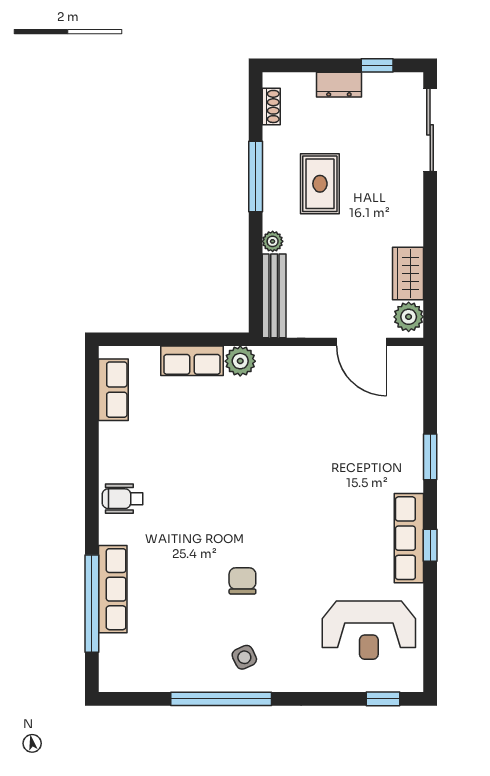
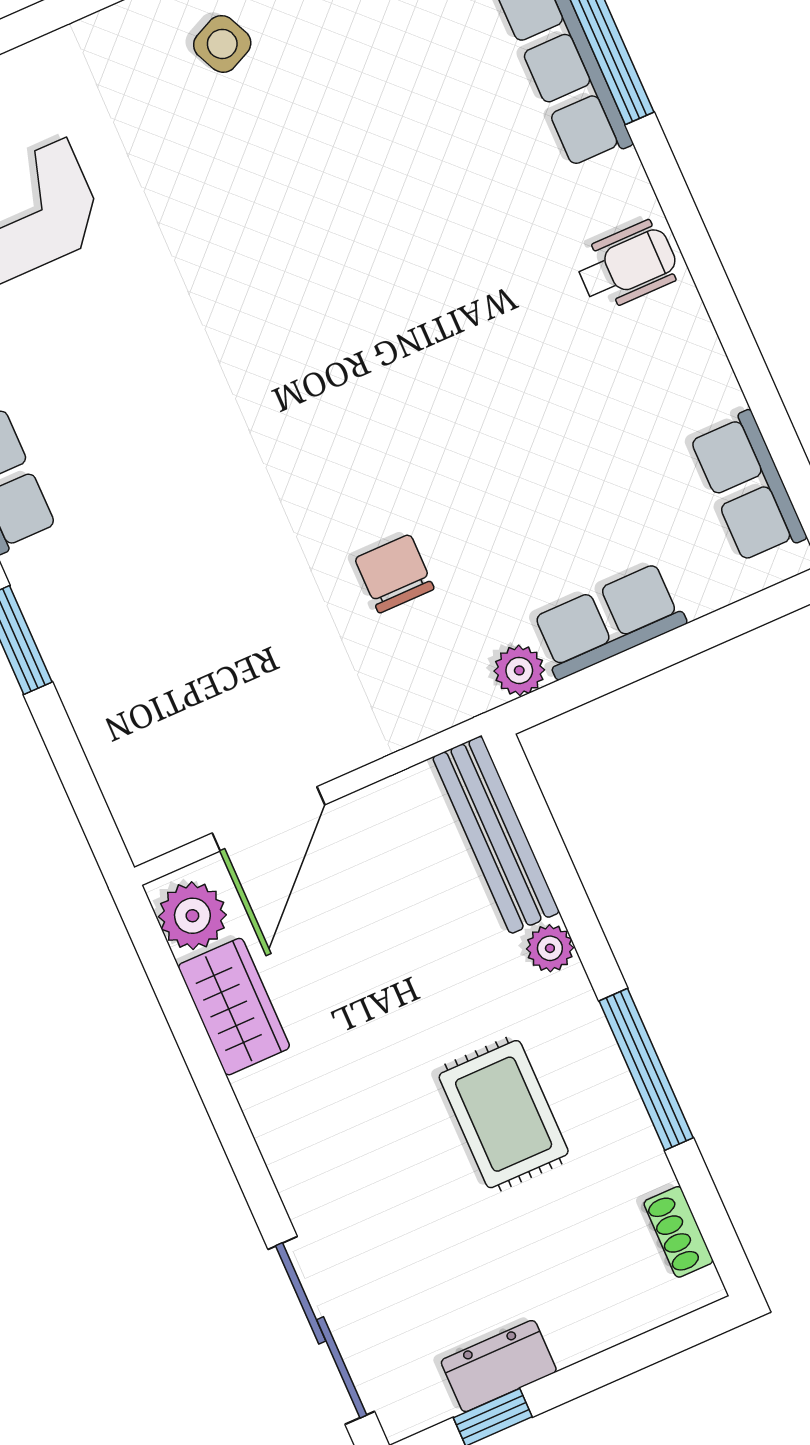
dresser: (339, 85) -> (499, 1366), moved
door: (361, 342) -> (268, 819), swing flipped
plant: (240, 361) -> (519, 670), width x0.73, depth x0.73
chair: (242, 581) -> (394, 574), moved, turned 180

